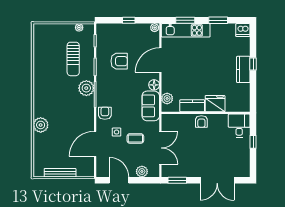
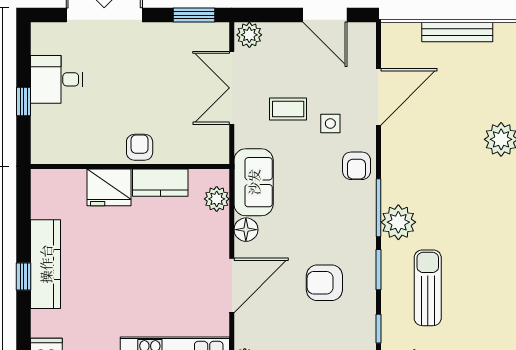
kitchen counter: (243, 69) -> (46, 264), width x1.50
desk: (239, 126) -> (57, 79), moved, turned 90
plant: (142, 171) -> (249, 35), moved

